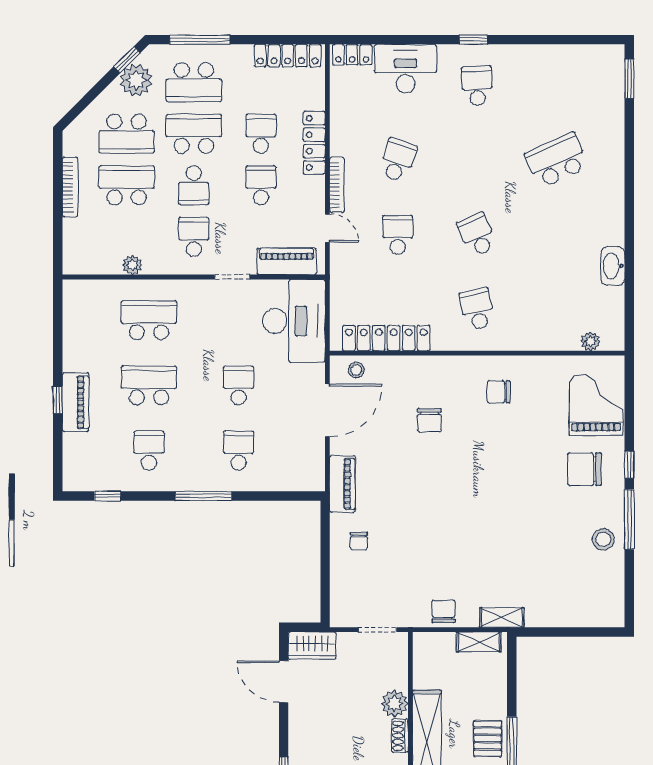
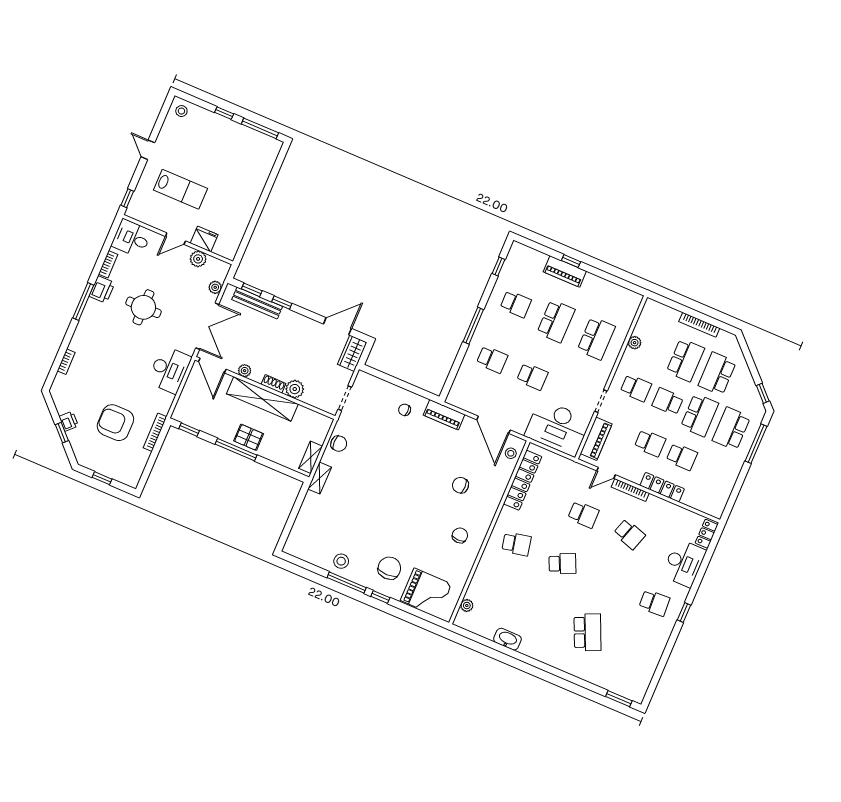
locker: (288, 56) -> (723, 494), removed
plant: (136, 80) -> (748, 394), removed

